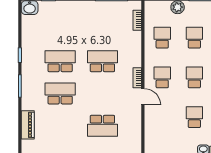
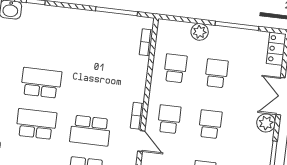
school desk: (102, 61) -> (90, 131), moved, turned 180

